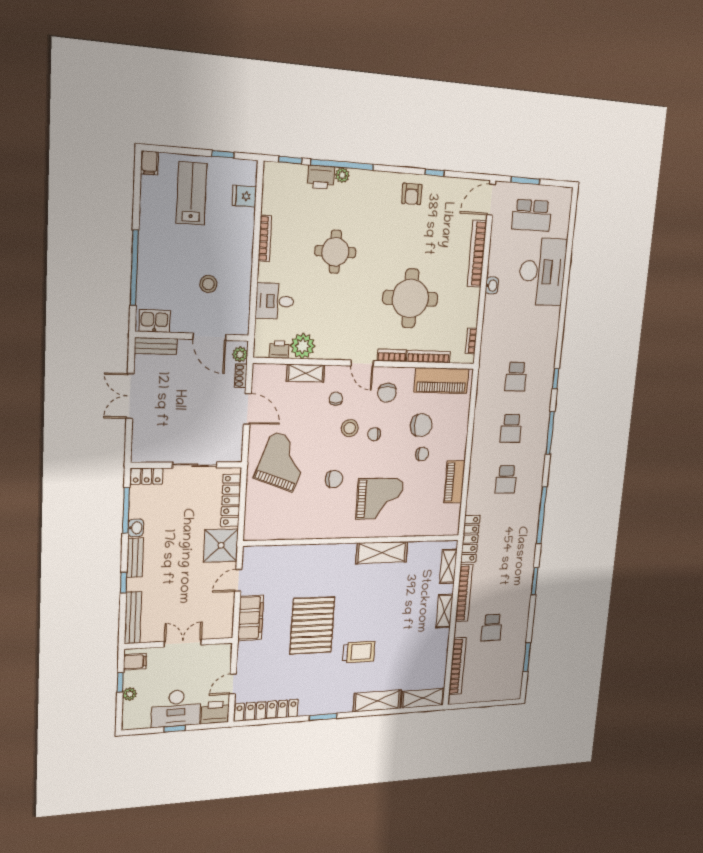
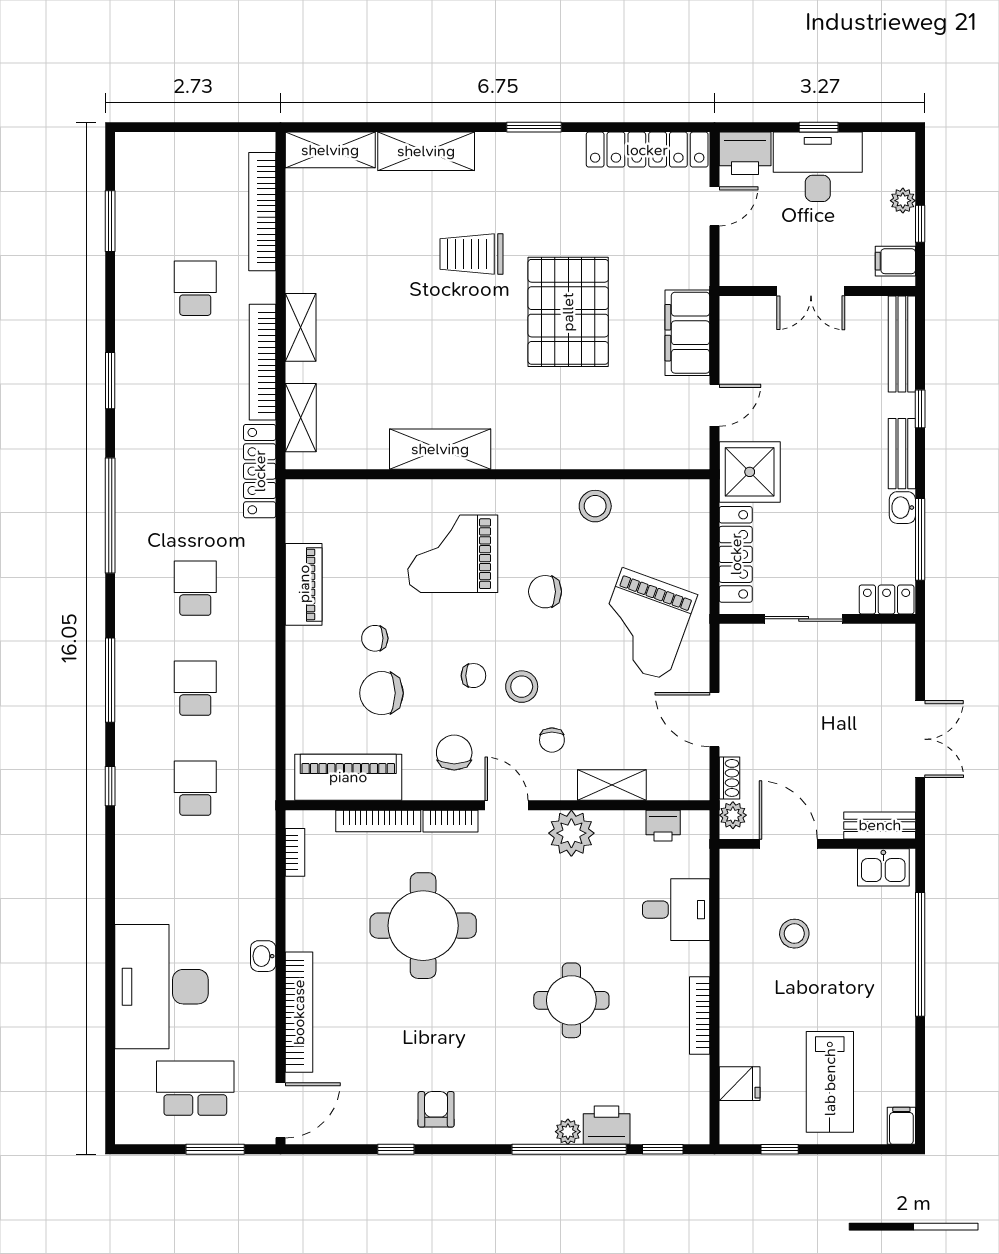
plant: (303, 346) -> (571, 833), moved
stool: (305, 525) -> (595, 506), added

